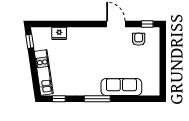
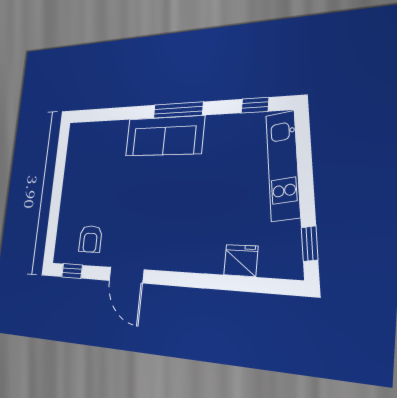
sofa: (121, 87) -> (164, 136), moved

